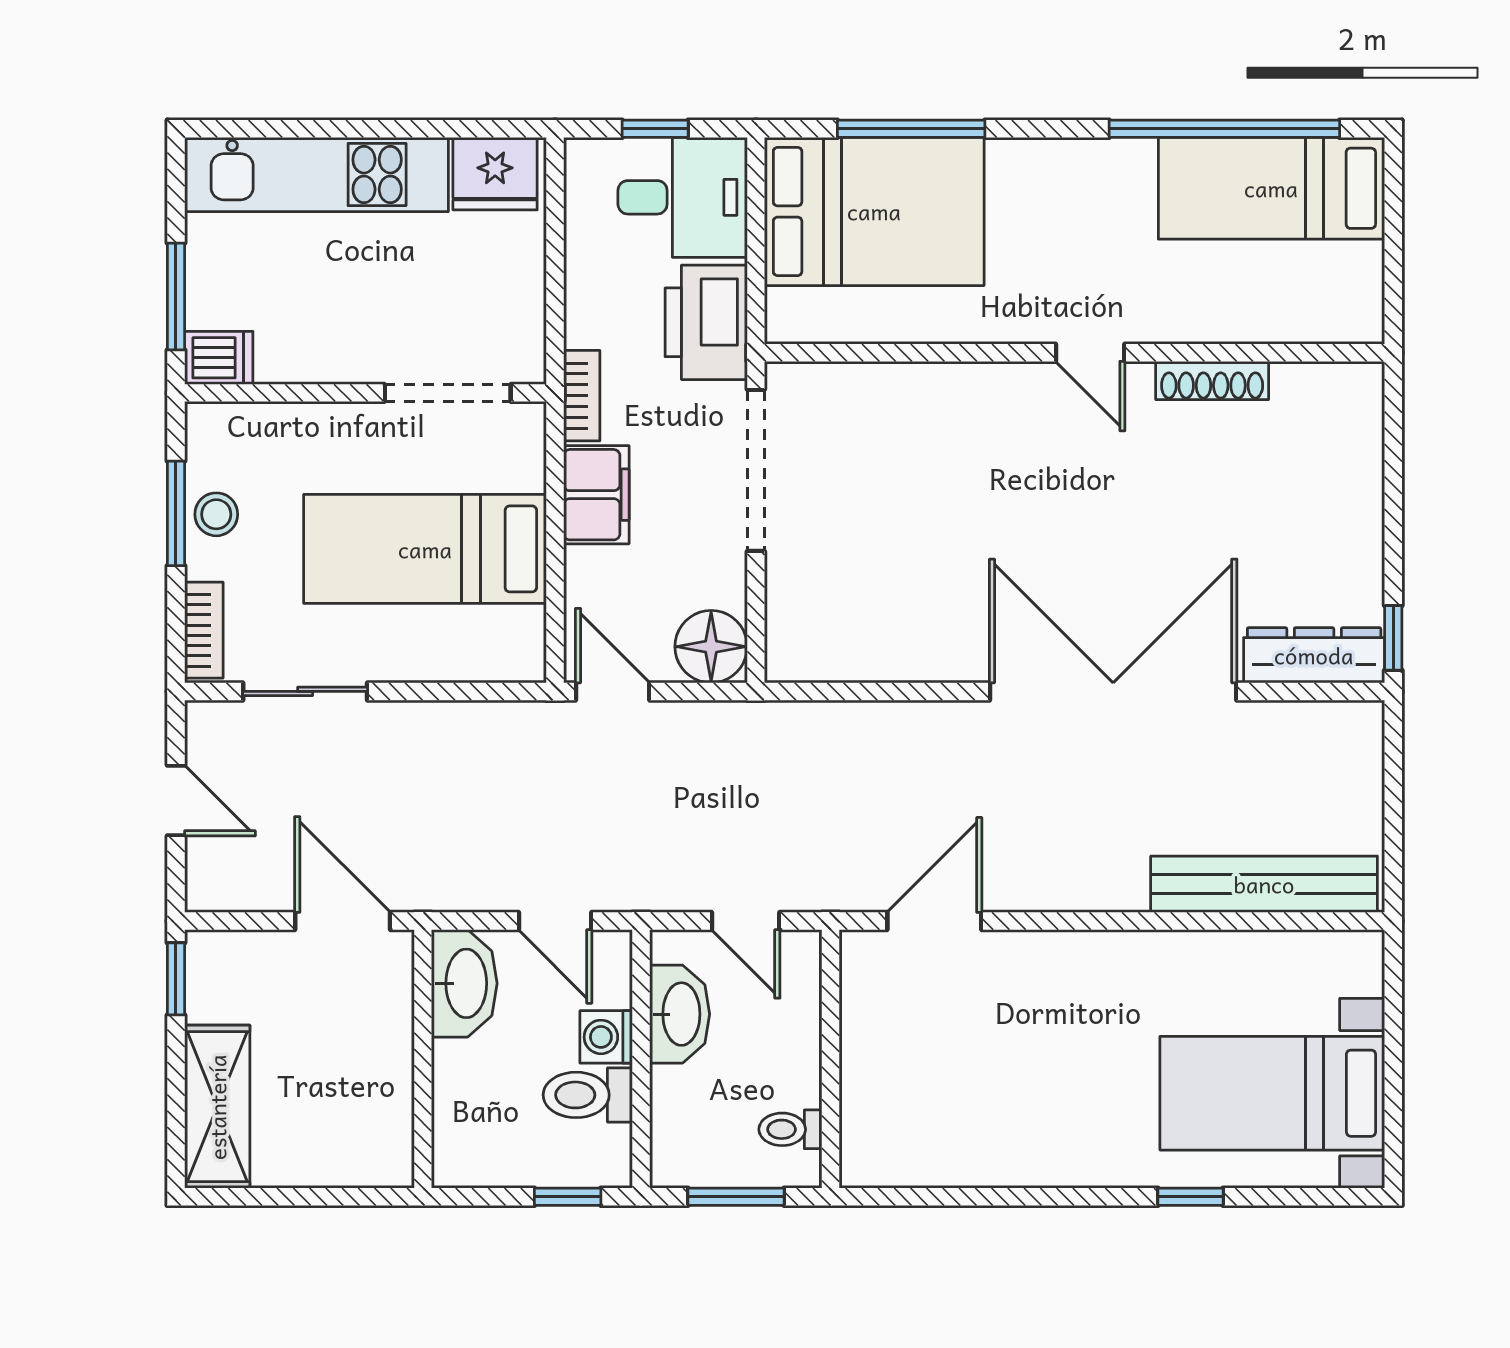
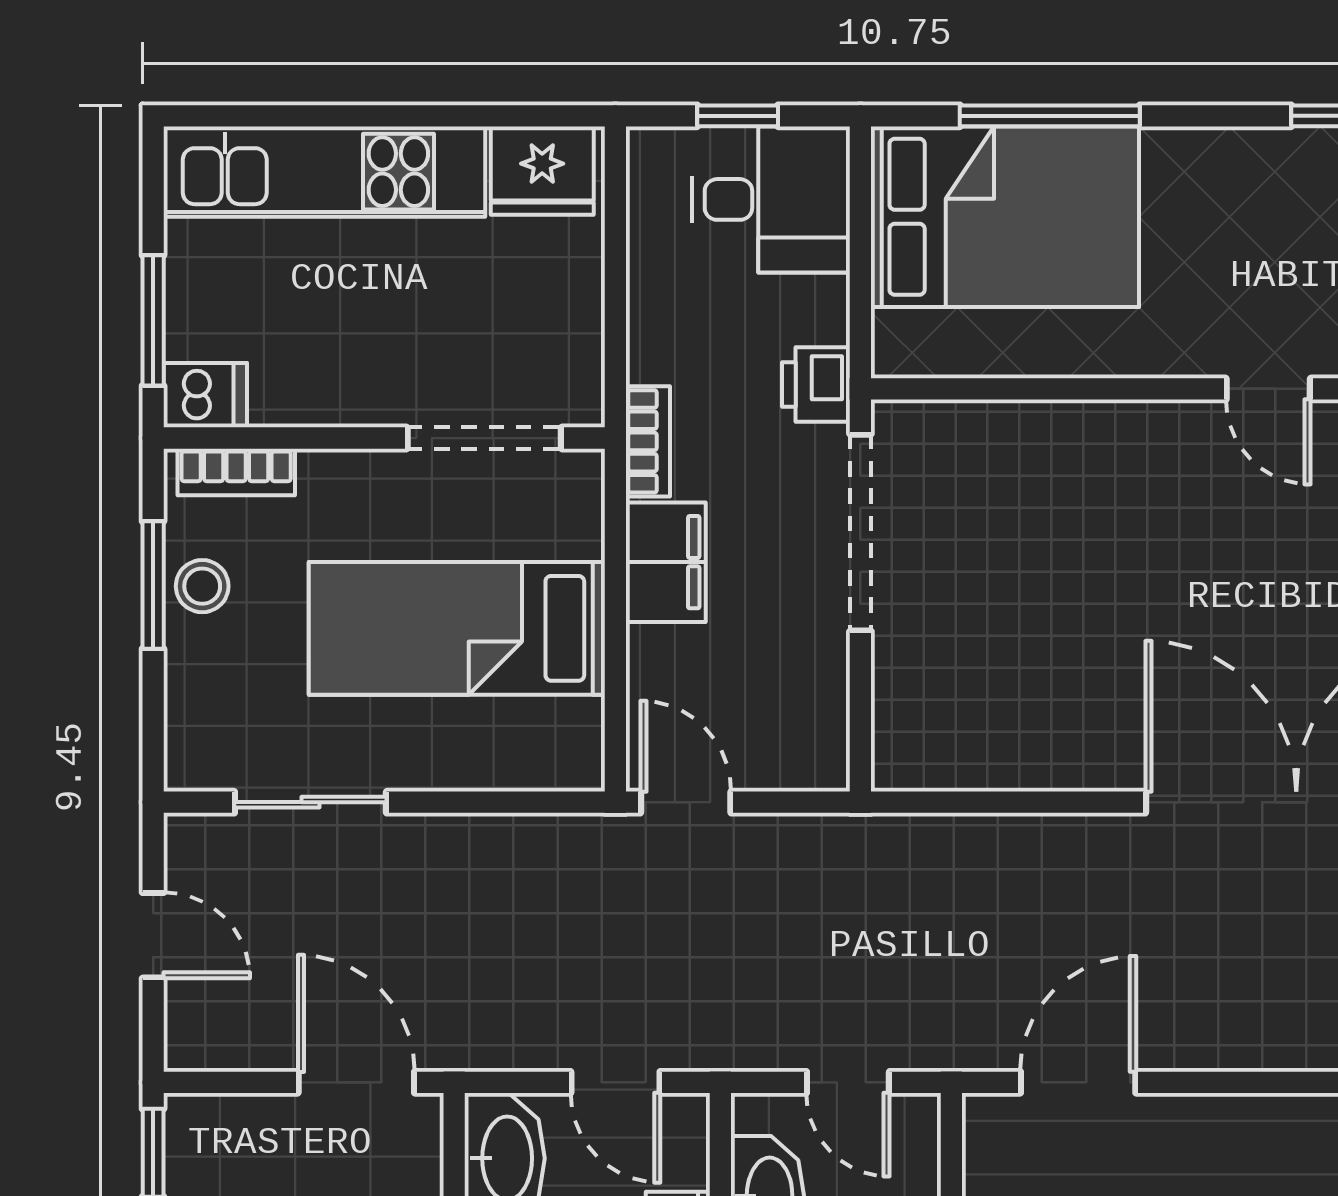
printer: (706, 322) -> (816, 384), width x0.53, depth x0.68
bookcase: (204, 630) -> (236, 472), moved, turned 90
floor lamp: (711, 647) -> (806, 748), removed

